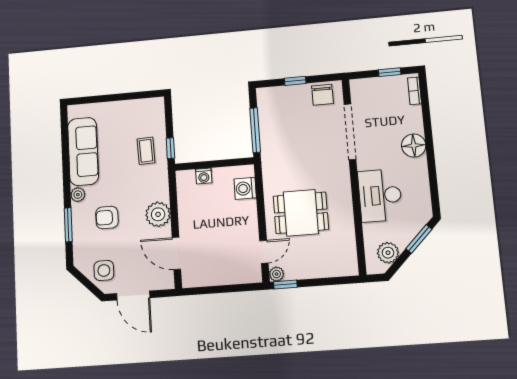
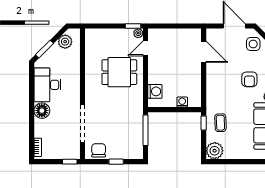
window: (390, 72) -> (70, 162), moved
desk: (380, 195) -> (47, 85), moved, turned 180
plant: (158, 214) -> (215, 151), moved
armchair: (107, 217) -> (249, 79), turned 90

